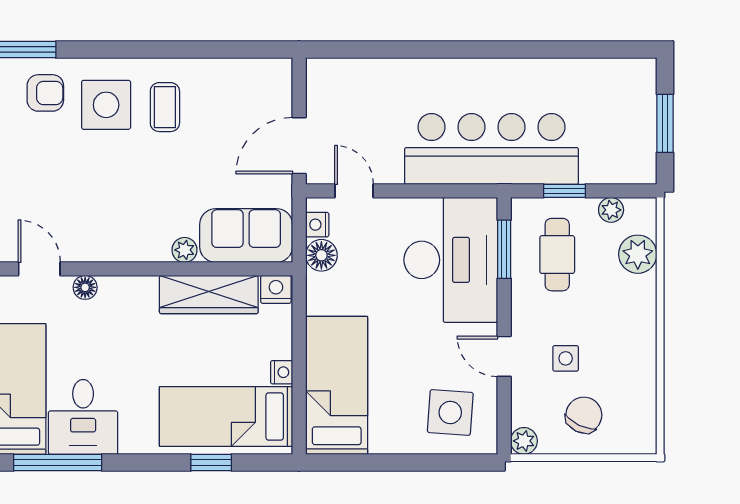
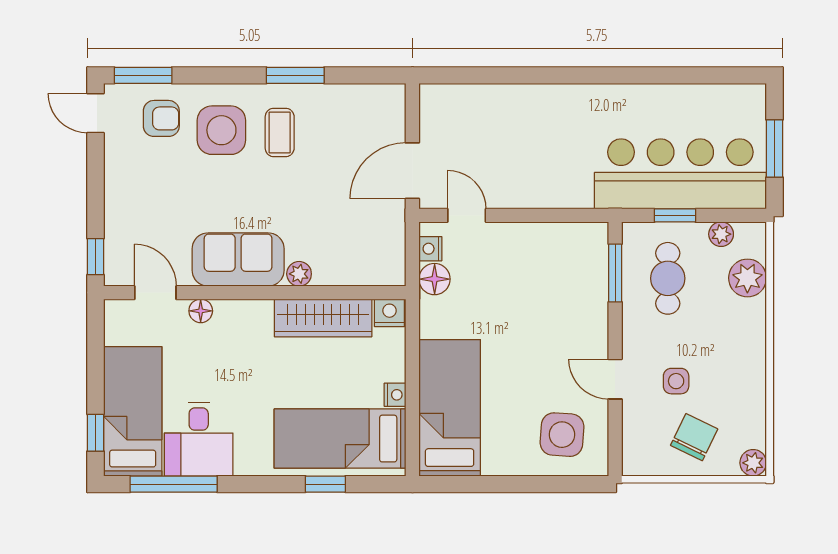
window: (181, 49) -> (295, 75), added
bar counter: (491, 149) -> (680, 174), moved
sofa: (246, 236) -> (238, 260), moved
desk: (451, 260) -> (562, 284), removed
plant: (524, 441) -> (753, 463), moved

